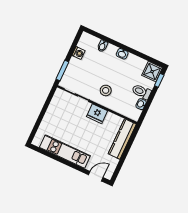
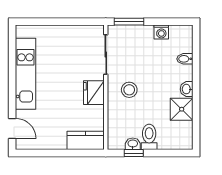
shower: (152, 72) -> (182, 109), moved
window: (159, 80) -> (134, 153), moved
kitchen counter: (122, 139) -> (86, 140), width x0.67

